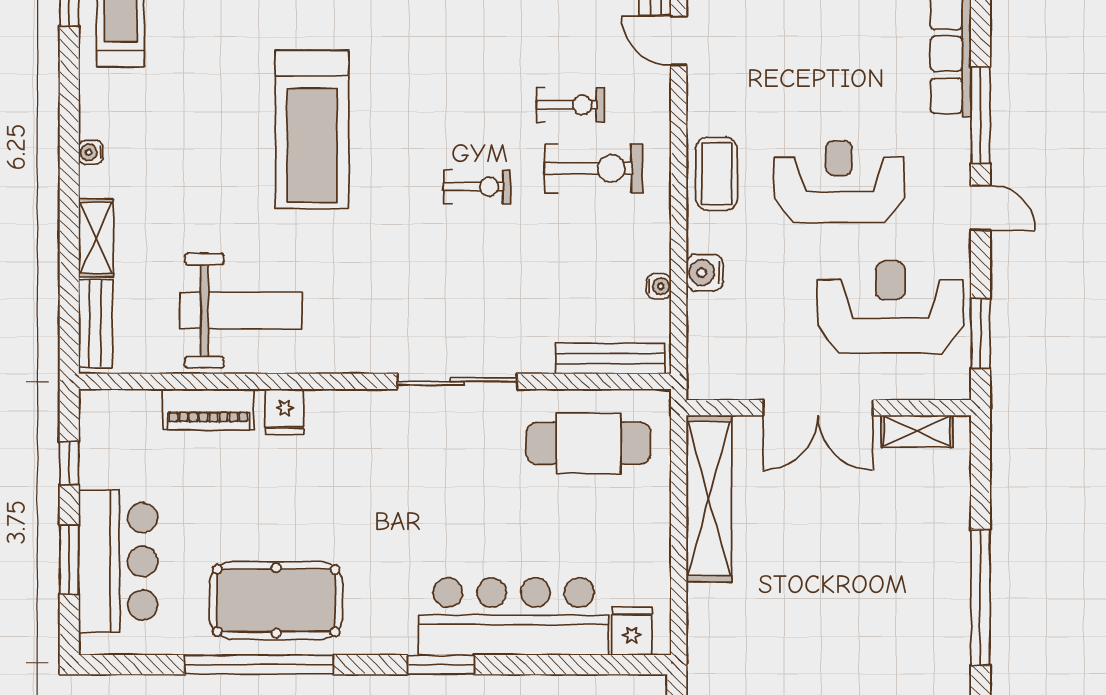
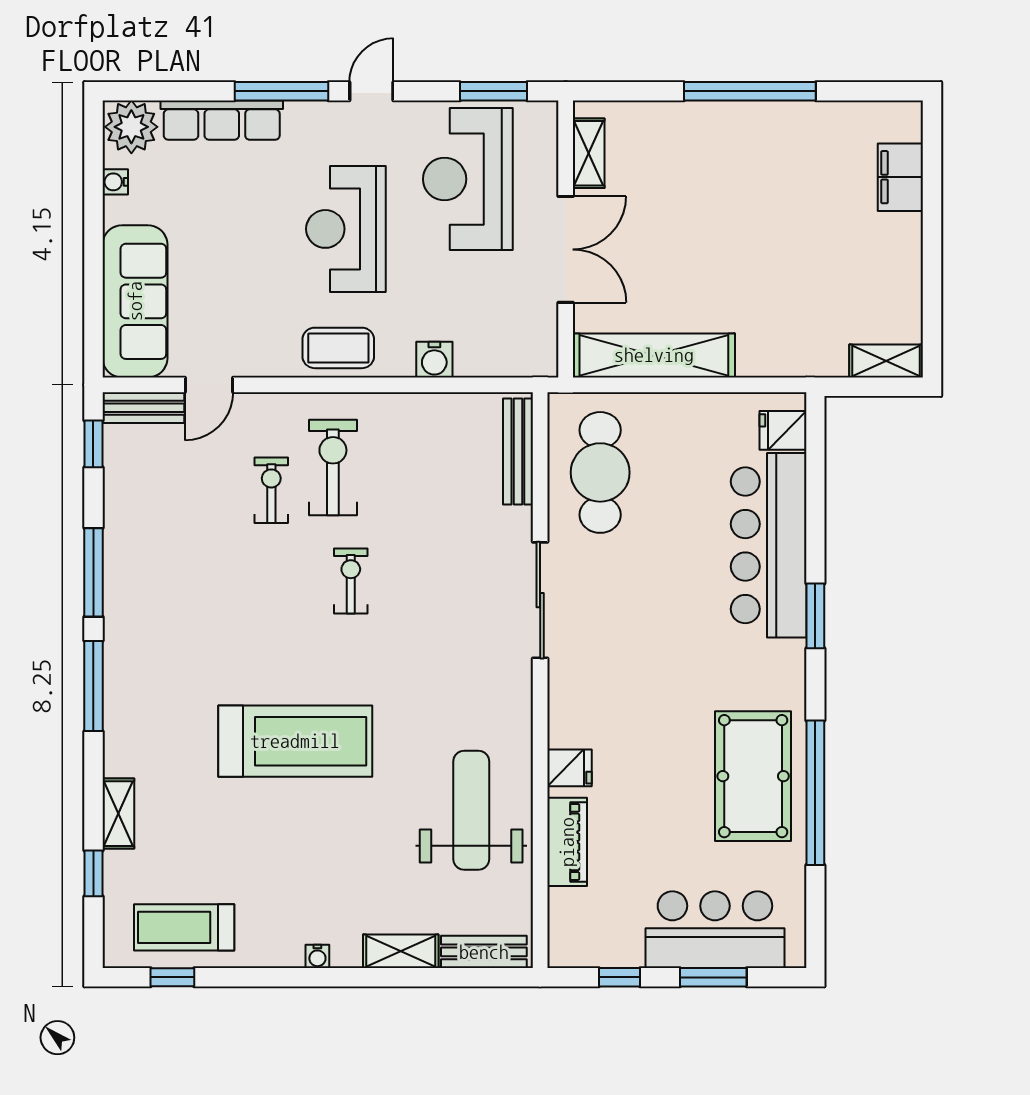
water cooler: (659, 286) -> (448, 404), removed

